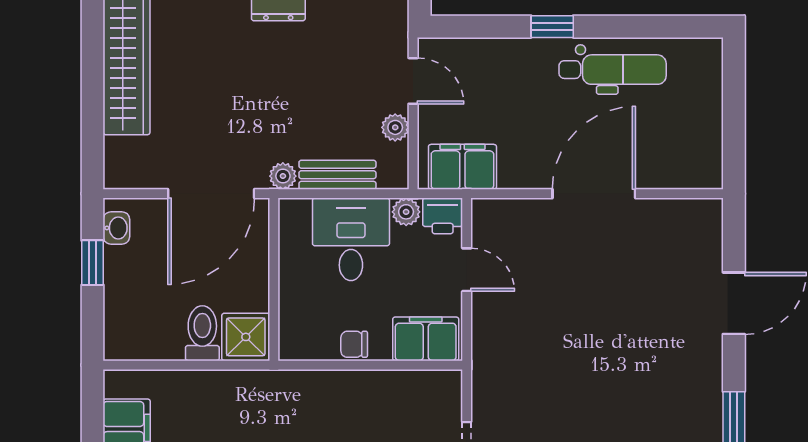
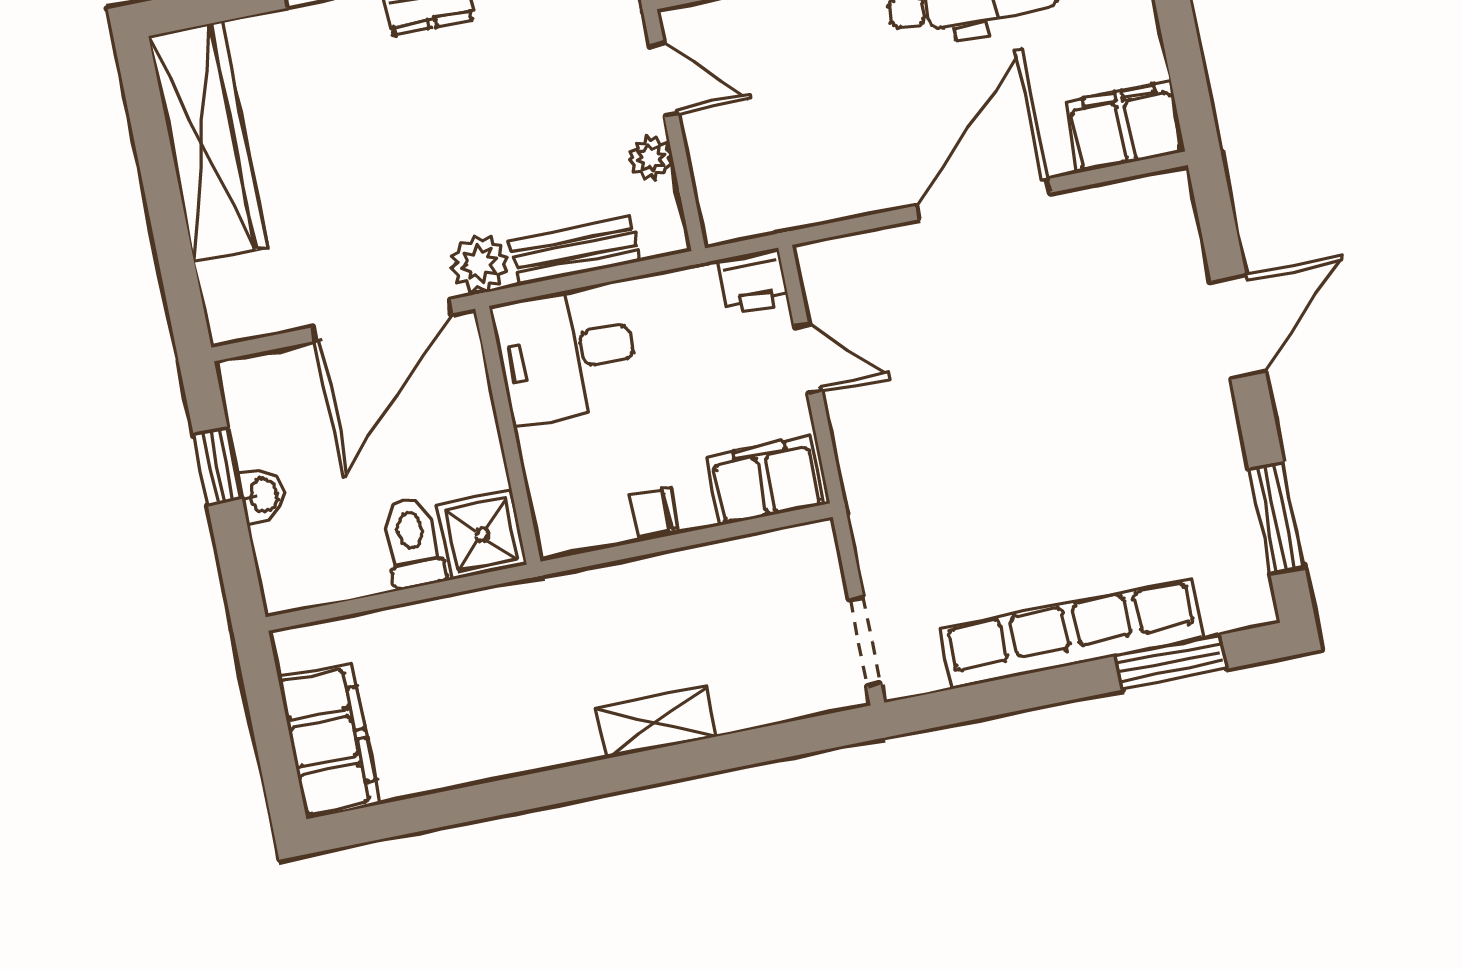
filing cabinet: (462, 167) -> (1125, 127), moved
plant: (283, 176) -> (480, 264), width x1.38, depth x1.38
plant: (406, 212) -> (694, 287), removed
washbasin: (116, 228) -> (262, 495), moved
desk: (351, 239) -> (566, 353), moved, turned -90

